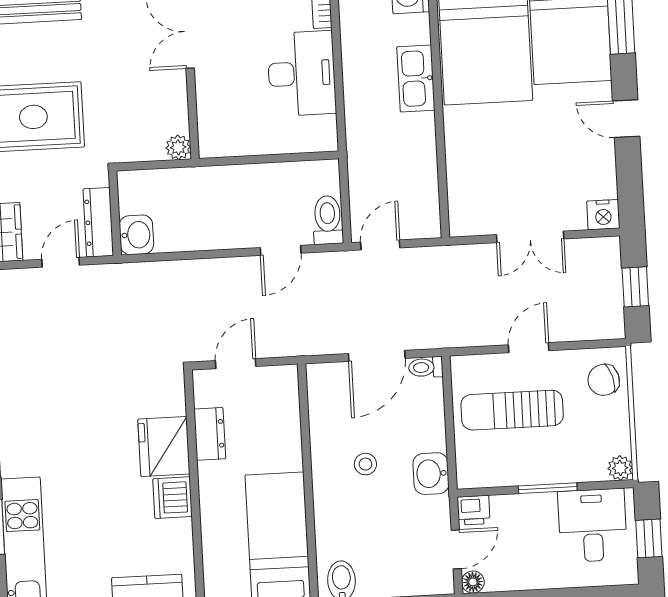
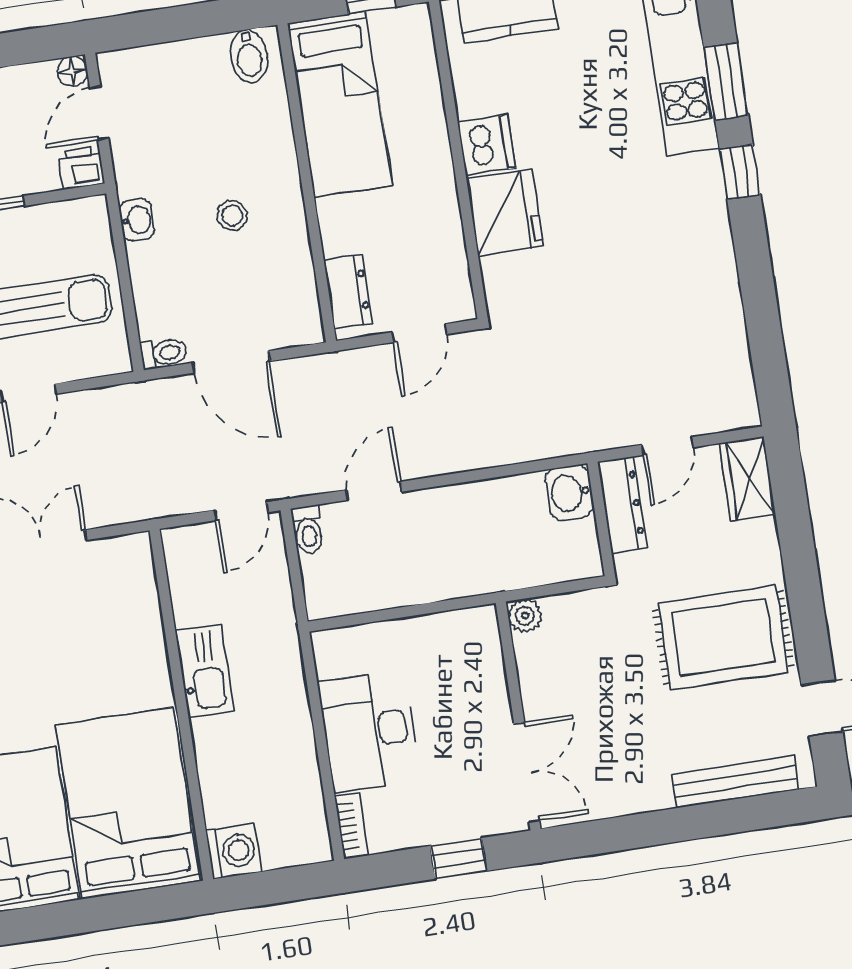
kitchen sink: (416, 78) -> (205, 671), moved
toilet: (328, 220) -> (308, 530), width x0.73, depth x0.72
door: (377, 356) -> (231, 362), swing flipped
dresser: (210, 434) -> (348, 292), moved, turned 180
washbasin: (431, 474) -> (137, 220), width x0.72, depth x0.69

